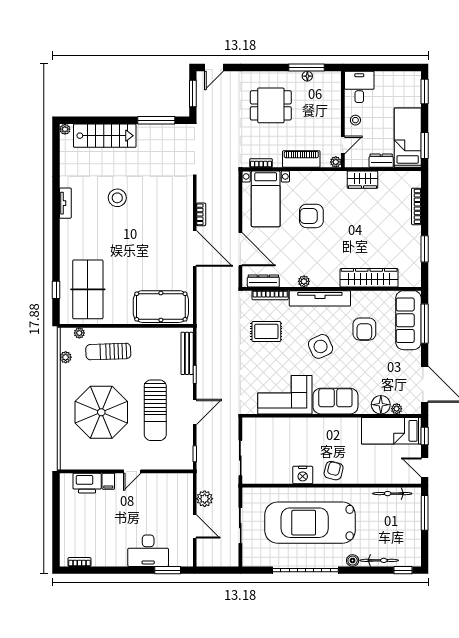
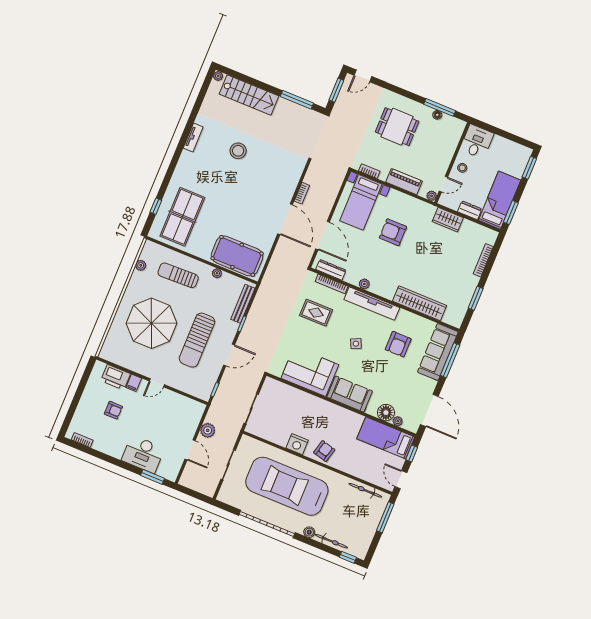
plant: (79, 333) -> (217, 273), moved
side table: (321, 346) -> (356, 344), width x0.54, depth x0.54
armchair: (99, 518) -> (113, 410), added

